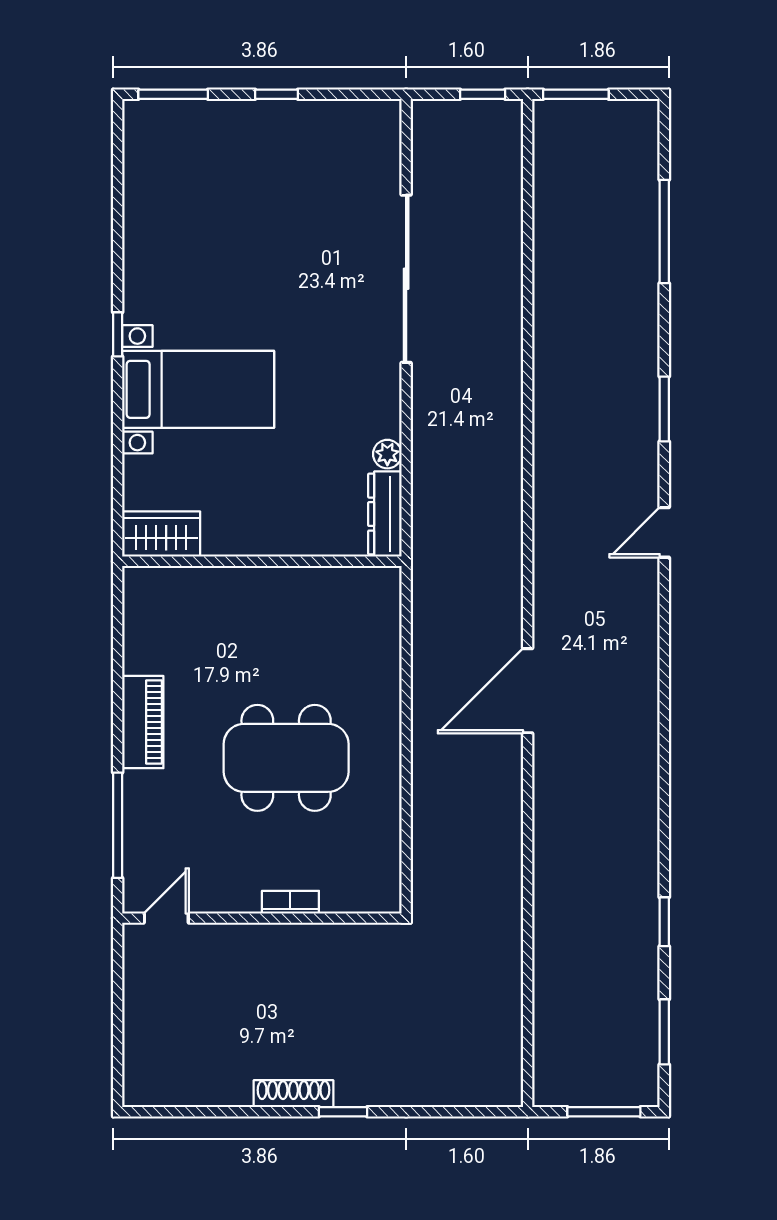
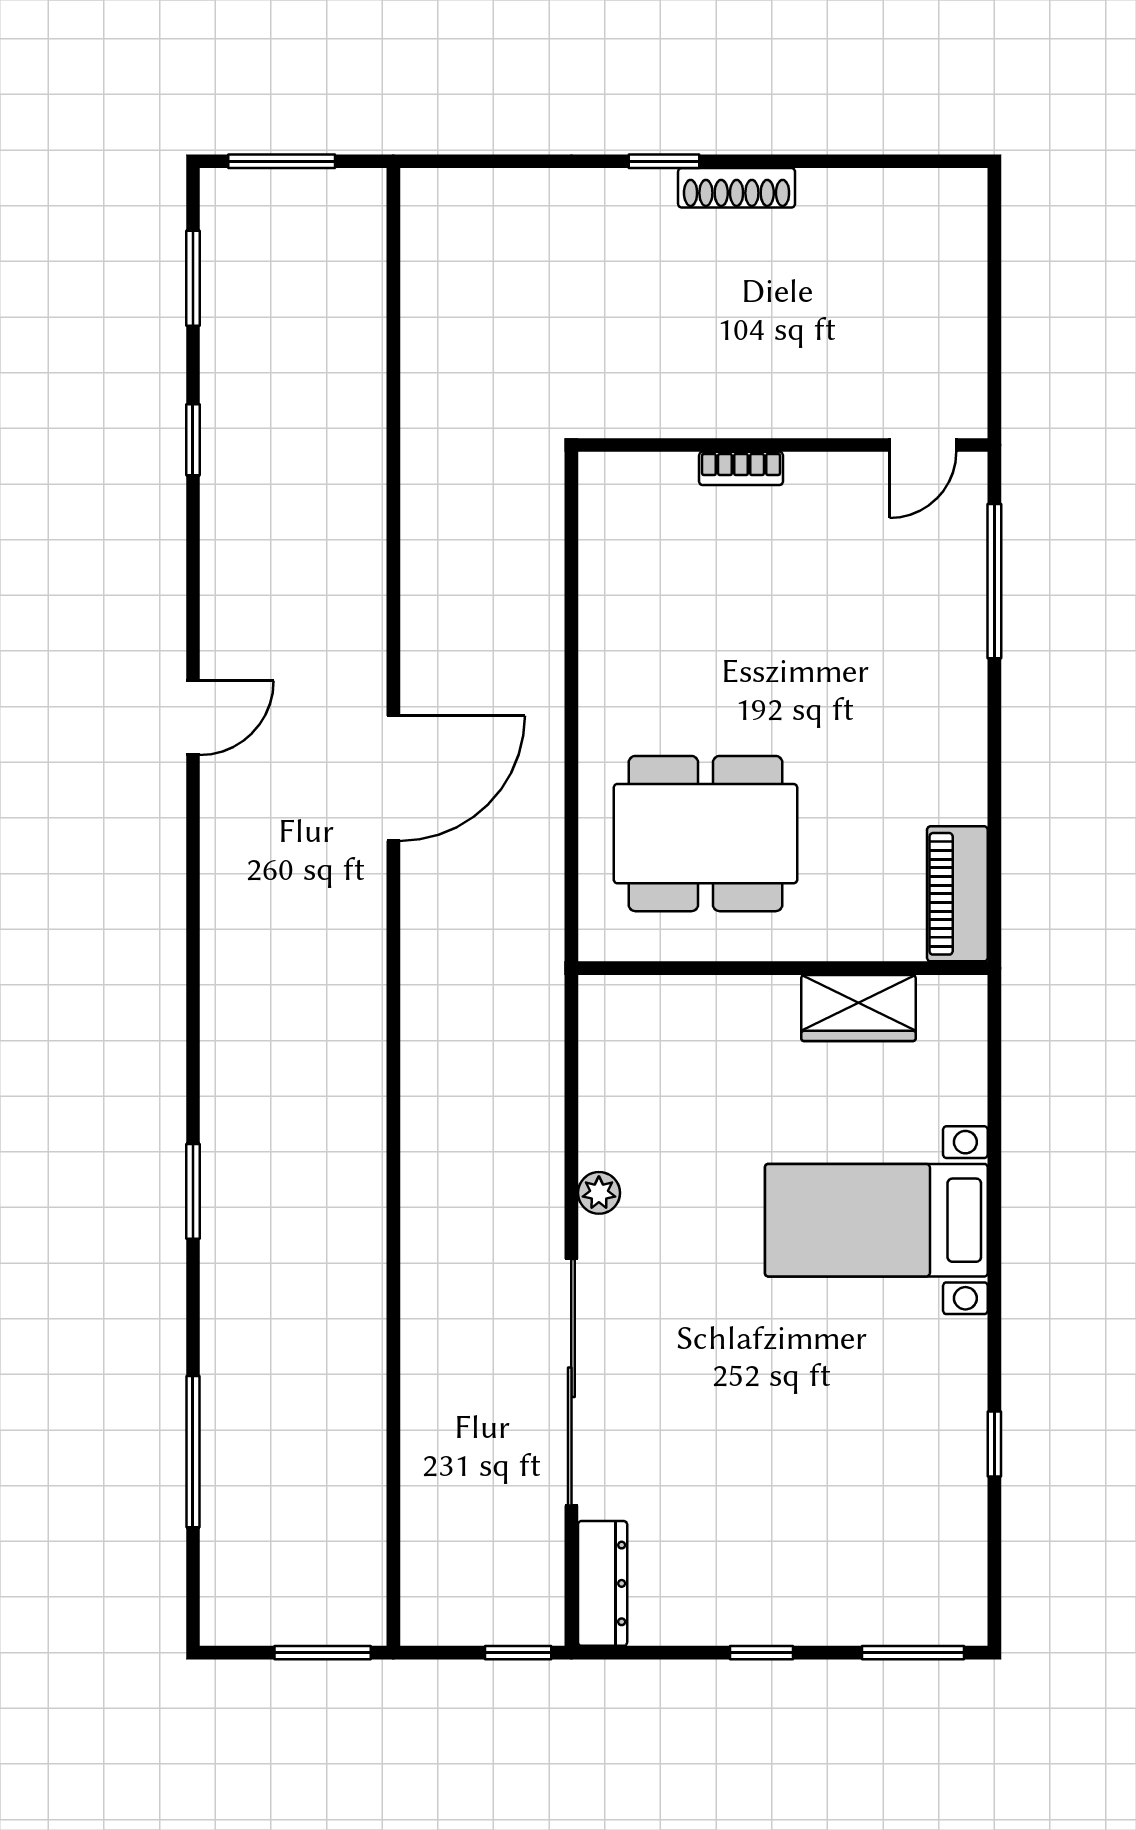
window: (483, 94) -> (518, 1653), moved
window: (118, 334) -> (994, 1444), moved
plant: (387, 454) -> (599, 1193), moved
dresser: (385, 514) -> (603, 1583), moved
door: (664, 532) -> (193, 718), moved
wardrobe: (161, 534) -> (858, 1008), moved
piano: (143, 722) -> (957, 894), moved
dining table: (286, 758) -> (705, 834), moved

